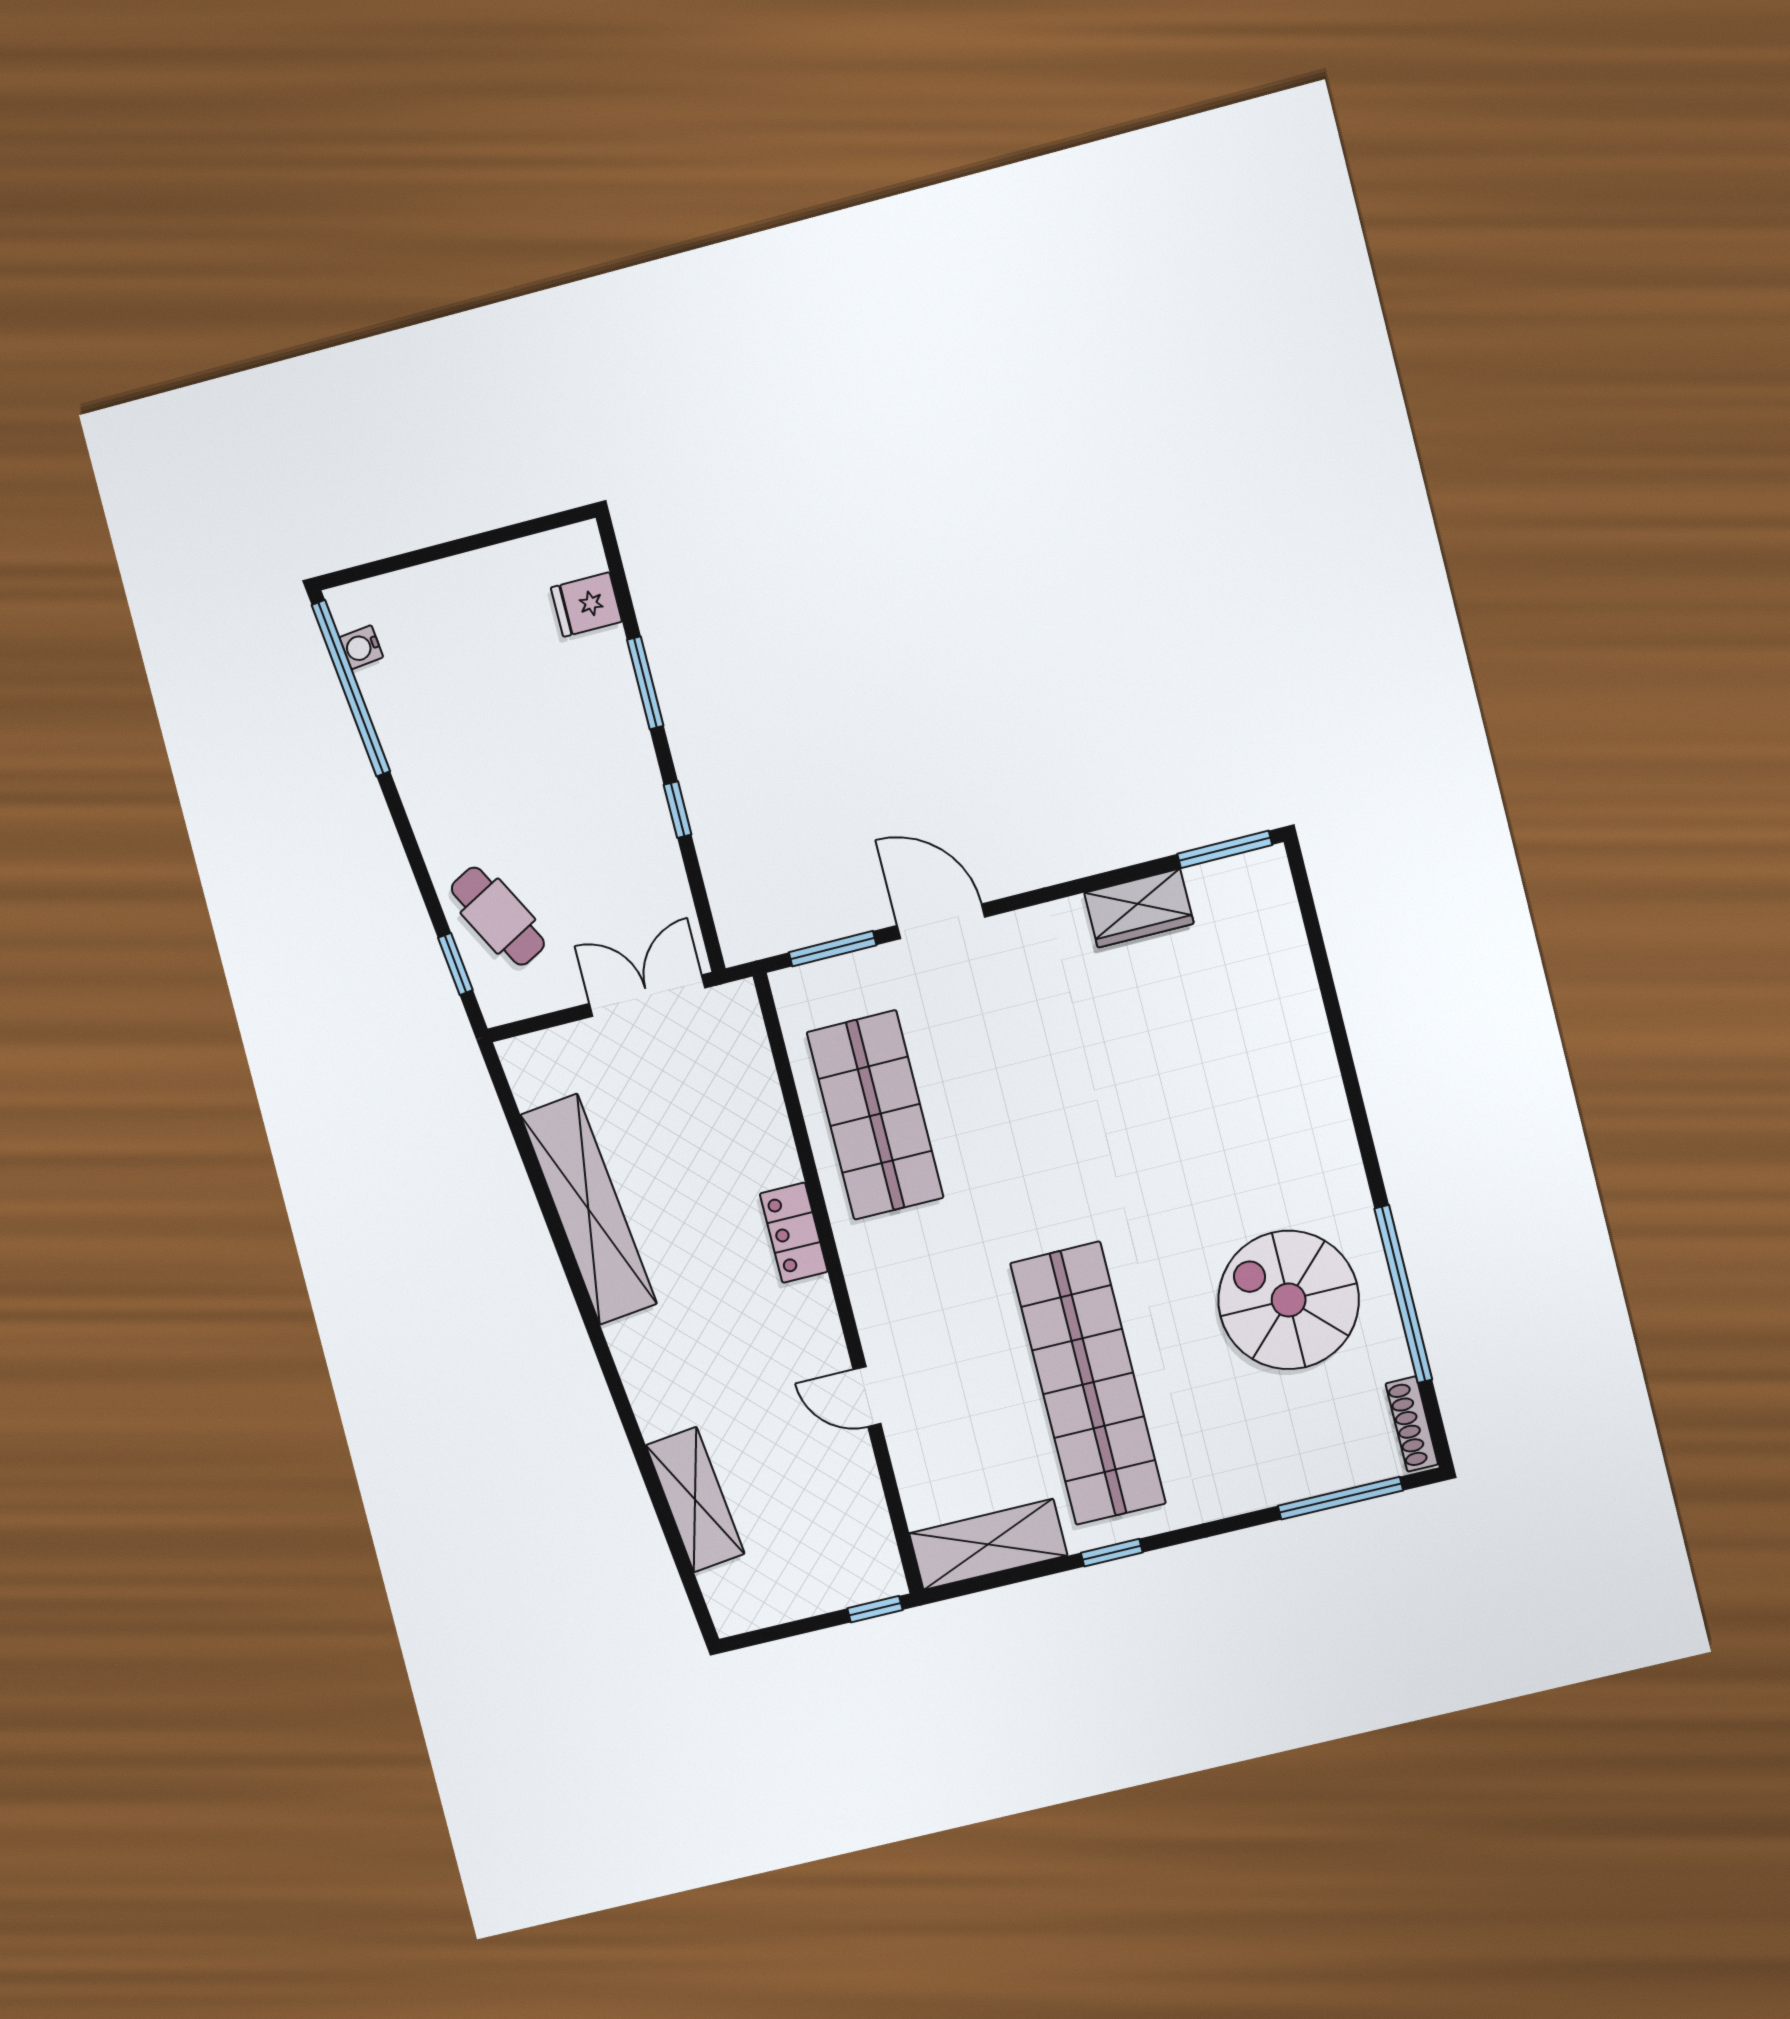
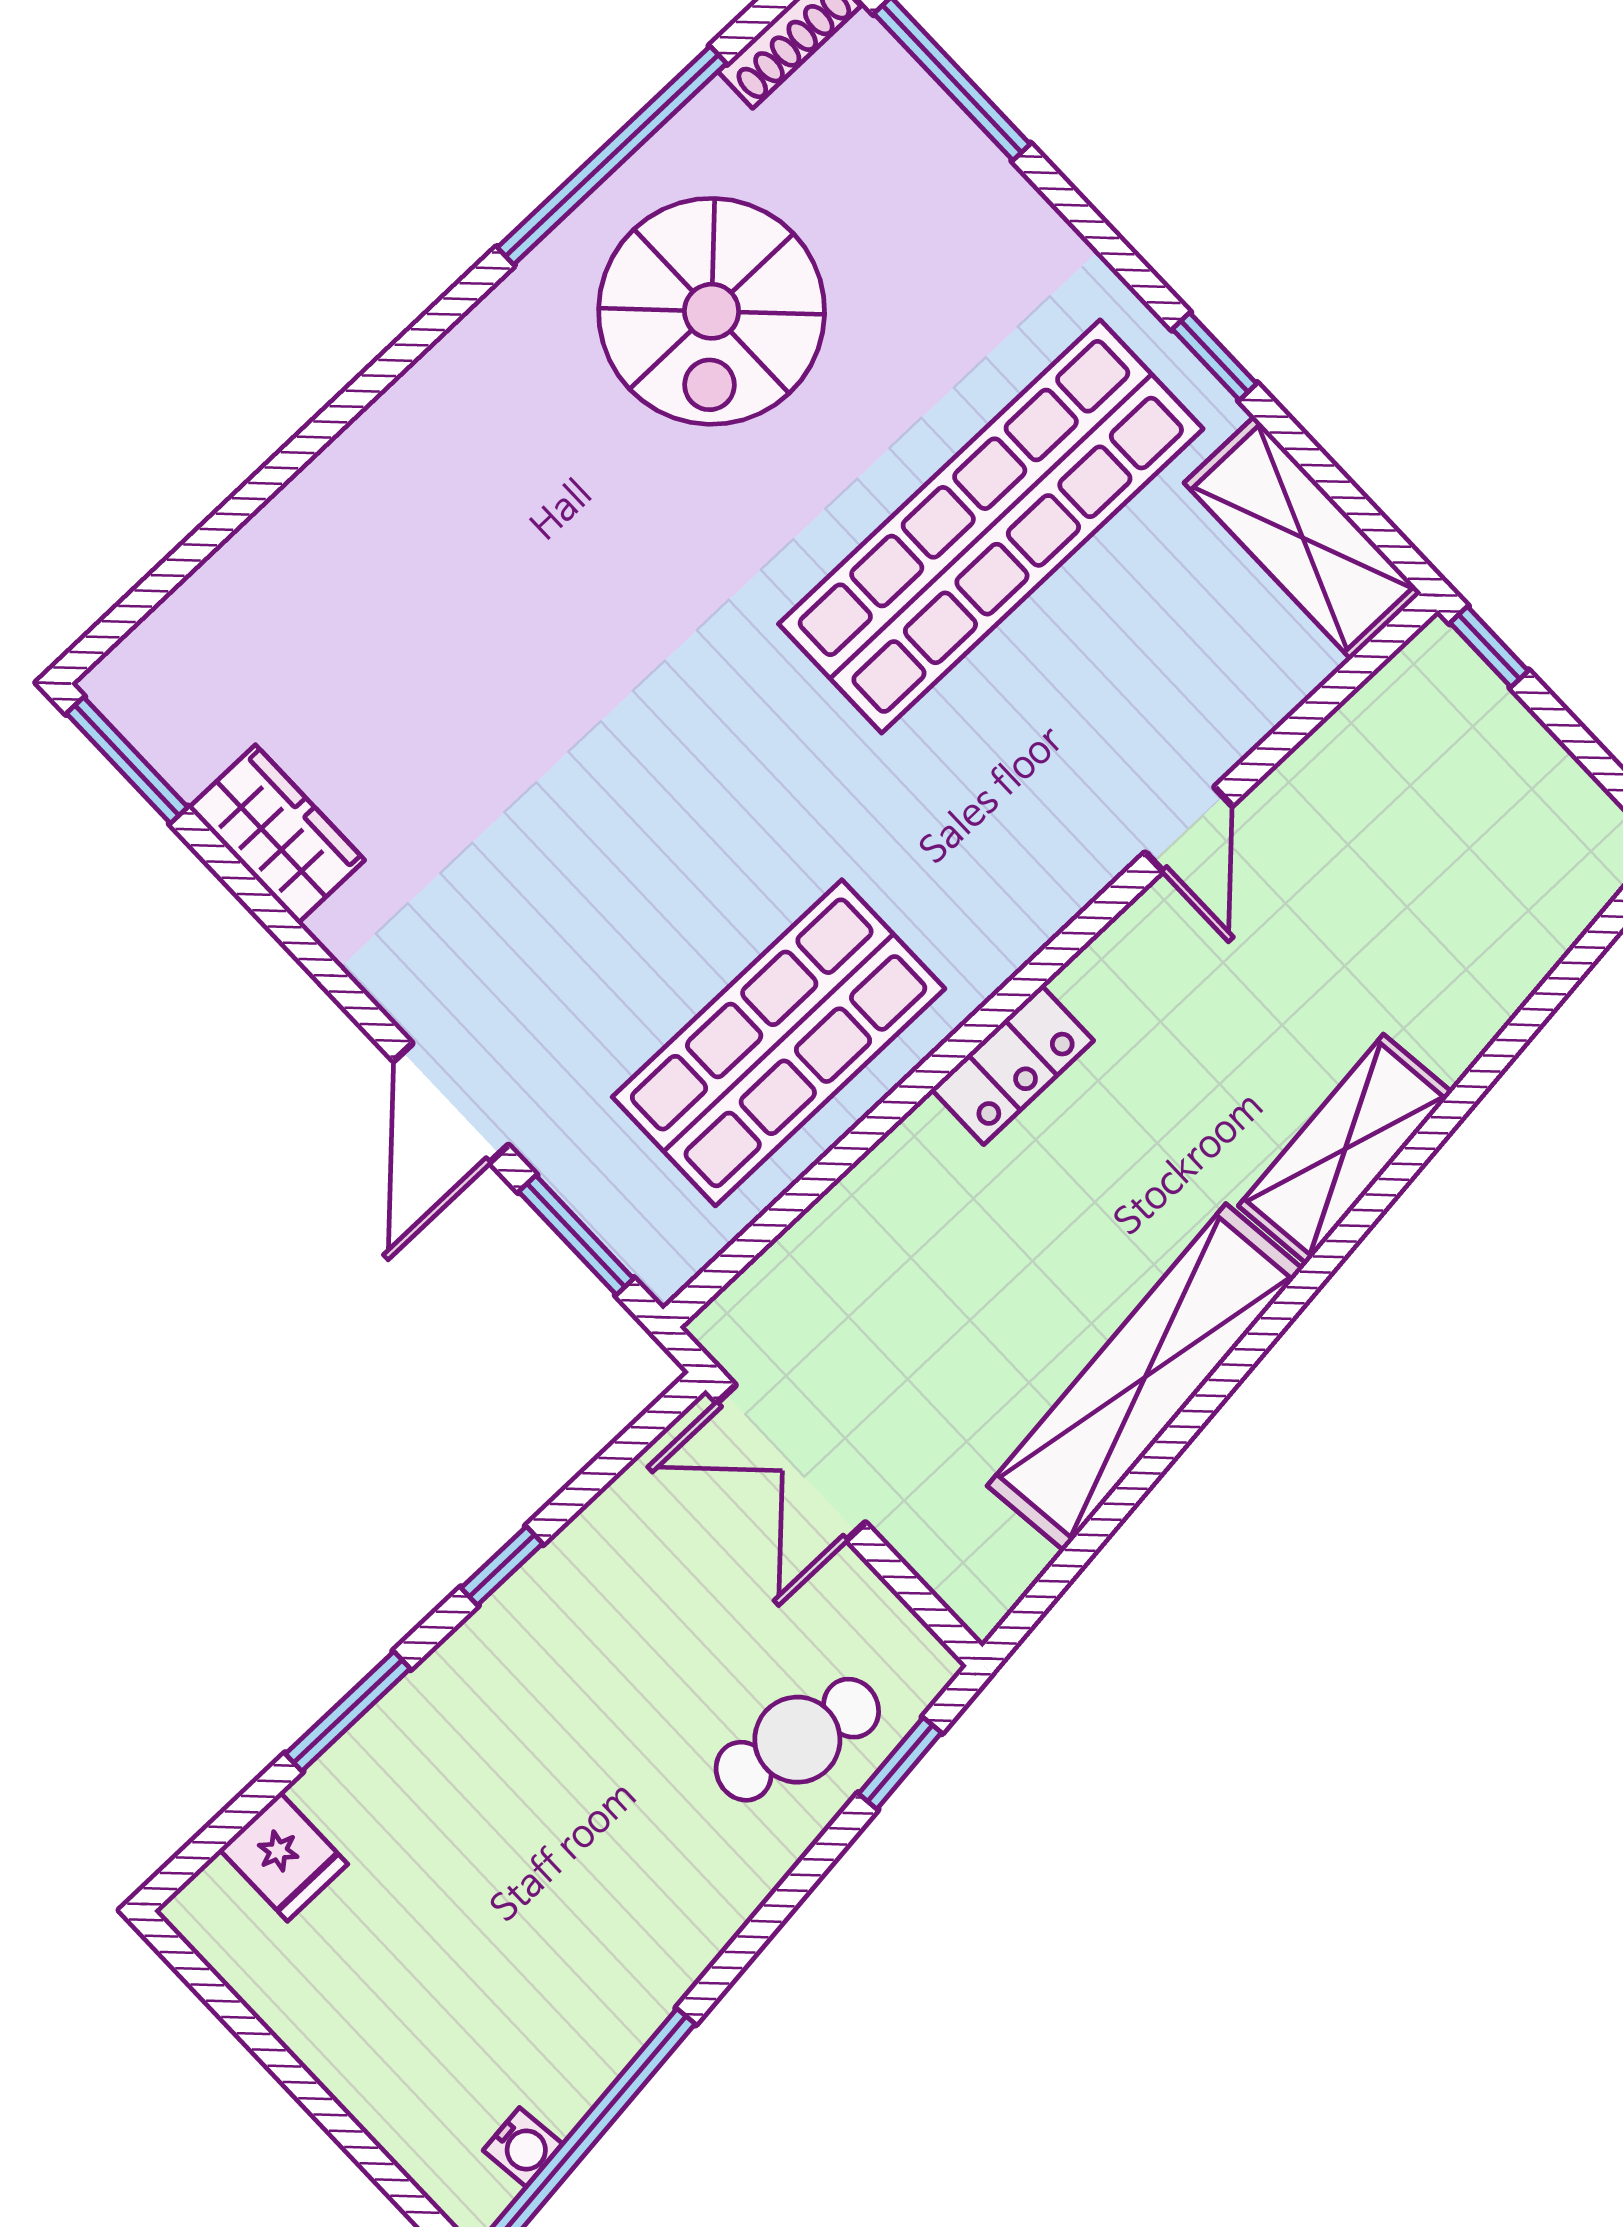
cafe table: (498, 916) -> (797, 1740), turned 41
shelving: (695, 1500) -> (1345, 1149), moved

